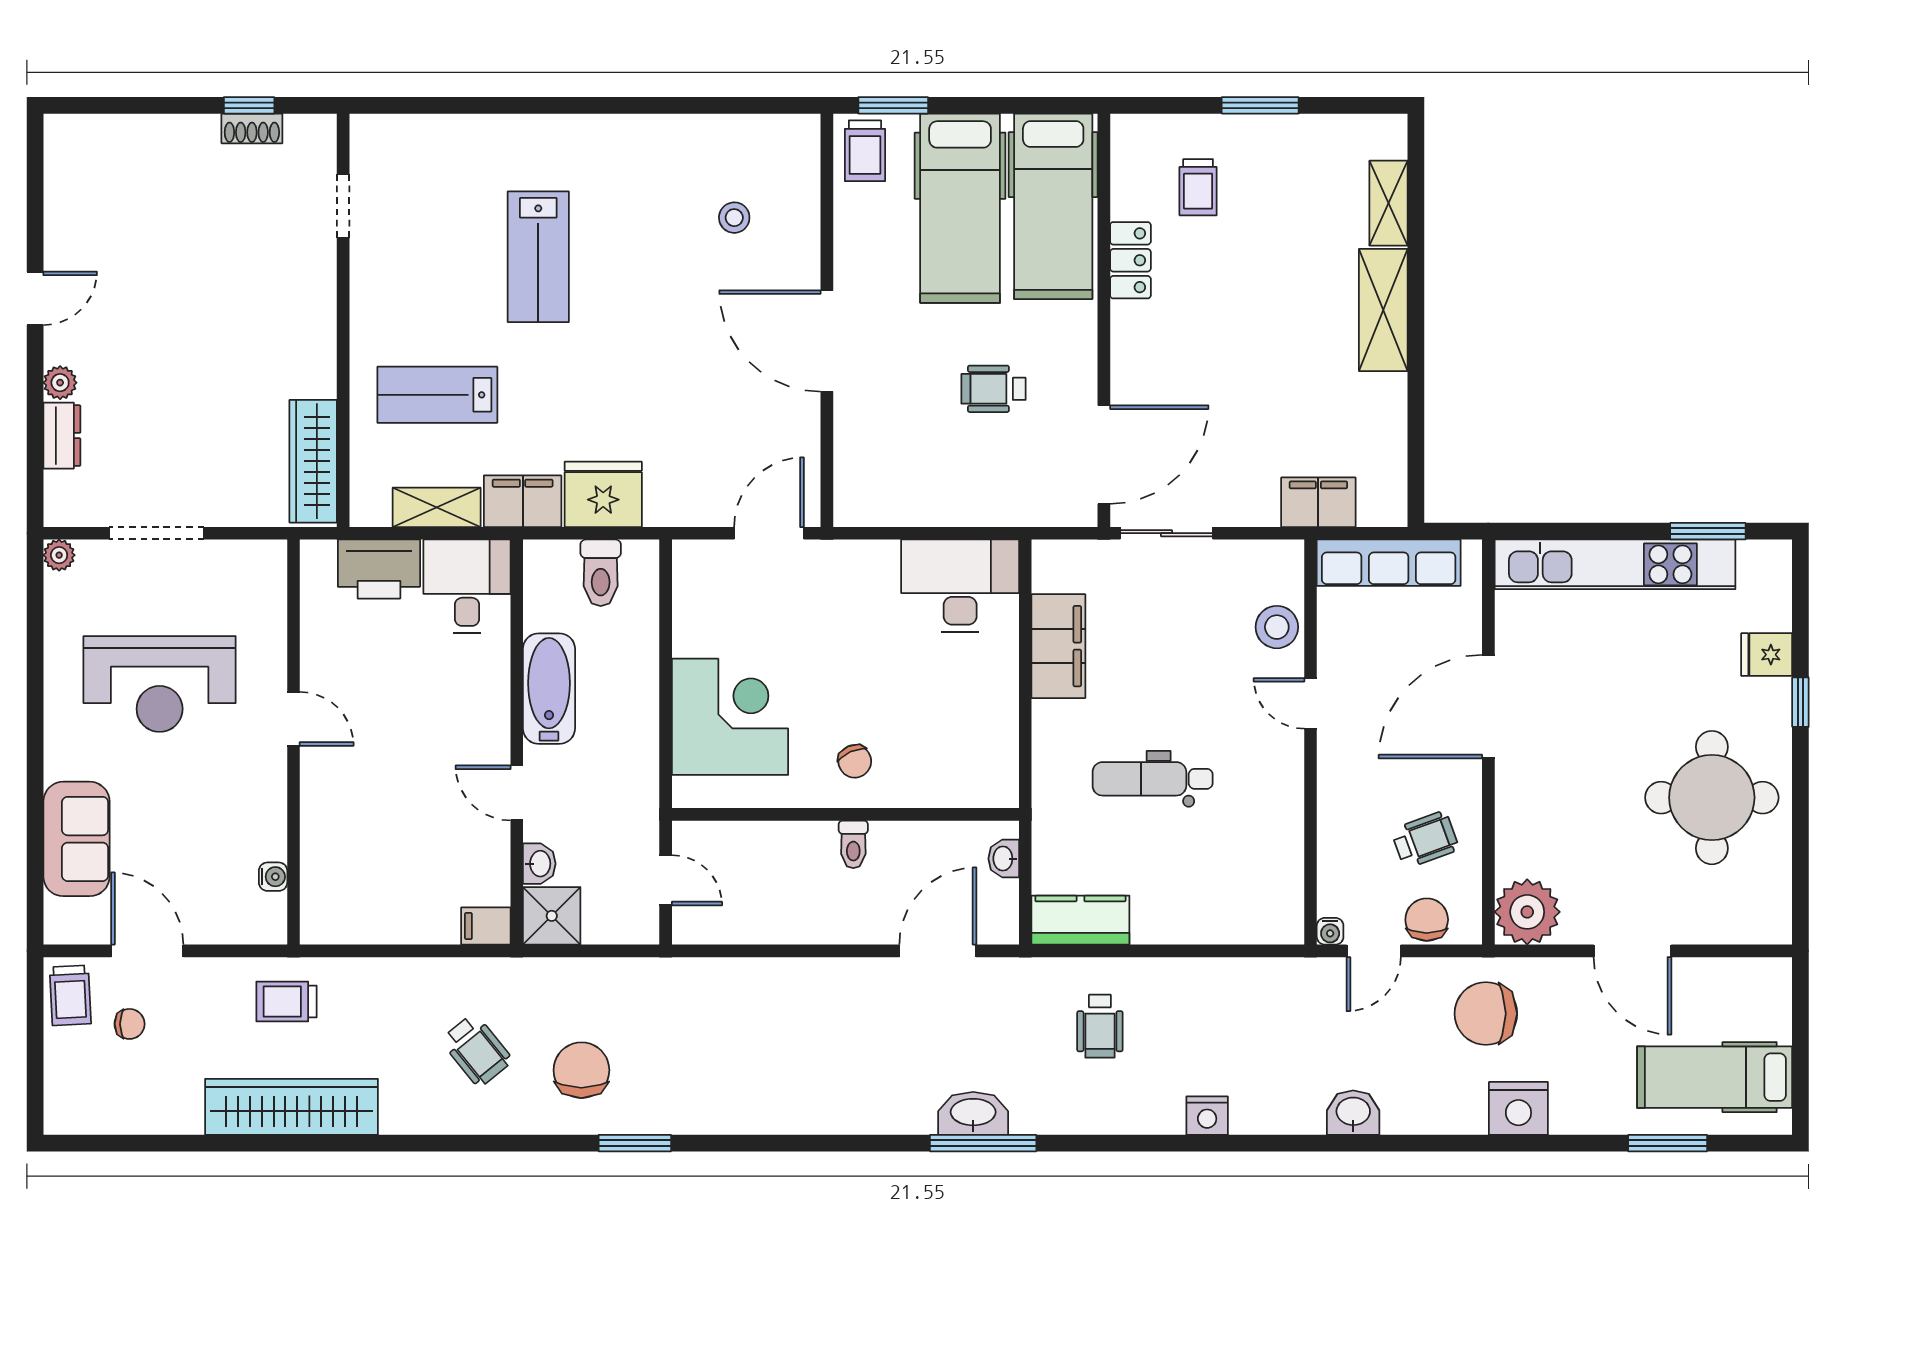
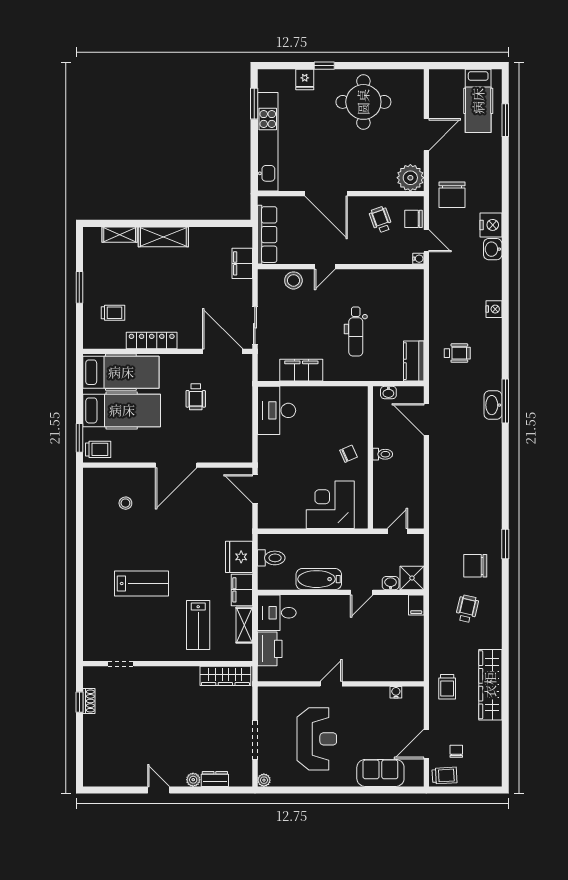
locker: (1130, 260) -> (152, 341), width x1.53
wheelchair: (477, 1050) -> (467, 609), turned -38
nightstand: (1518, 1108) -> (491, 225), moved

